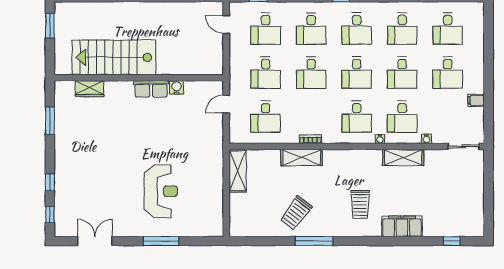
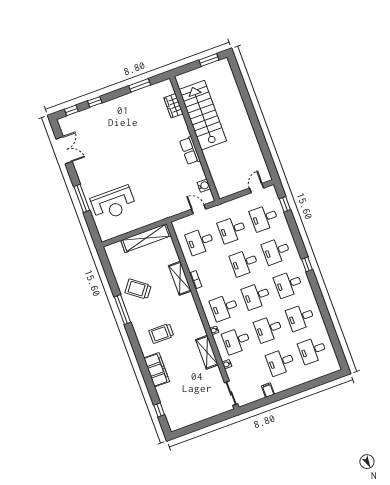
water cooler: (176, 87) -> (204, 186), moved
shelving: (238, 171) -> (146, 238), width x1.47
reception desk: (161, 191) -> (113, 203), moved

